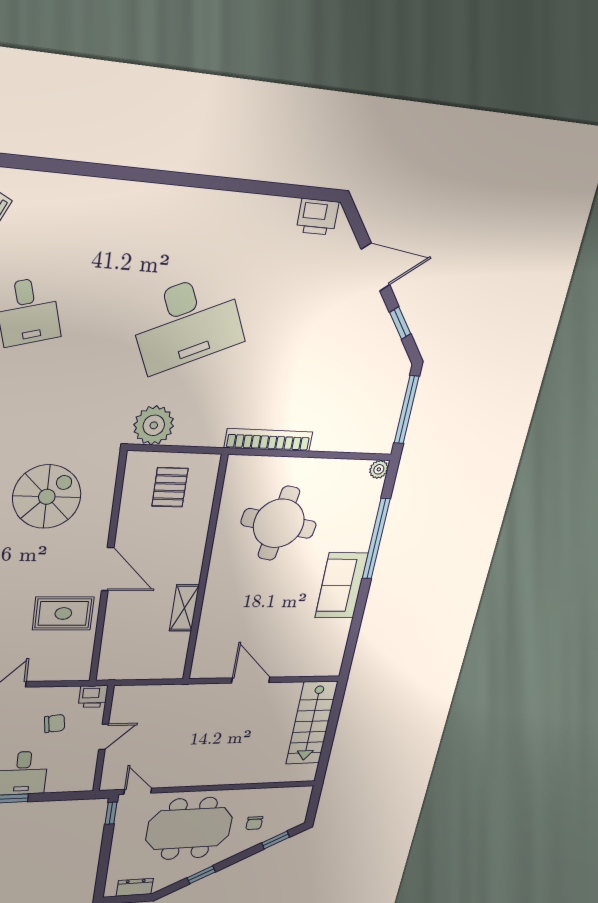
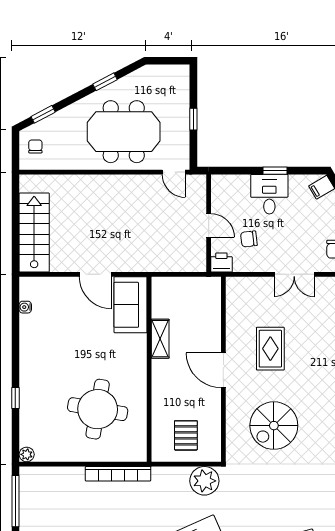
window: (376, 539) -> (15, 398), width x0.32
sofa: (341, 586) -> (131, 305), moved, turned 180
rug: (63, 613) -> (270, 349), moved, turned 90
water cooler: (340, 643) -> (25, 307), added
door: (104, 737) -> (209, 225), swing flipped
window: (111, 813) -> (193, 119), moved
chair: (254, 823) -> (35, 146), moved
dresser: (135, 887) -> (163, 73), removed

